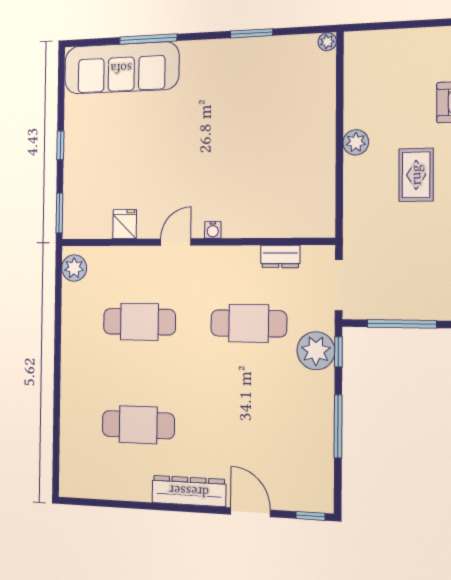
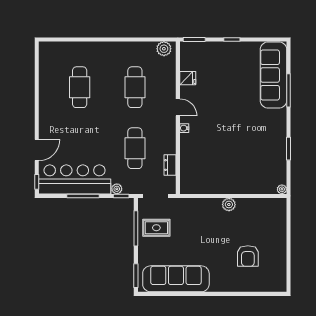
rug: (416, 175) -> (156, 228), moved
plant: (316, 351) -> (117, 189), width x0.53, depth x0.53
bar counter: (306, 442) -> (75, 179), added
dresser: (189, 491) -> (46, 116), removed

